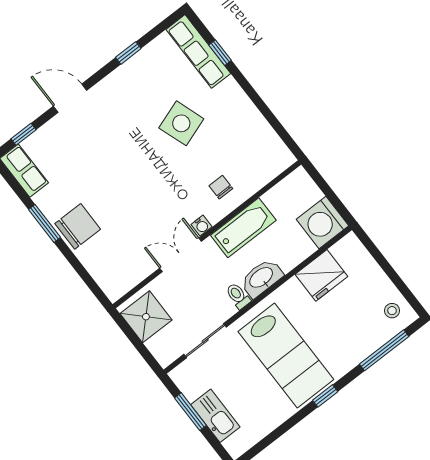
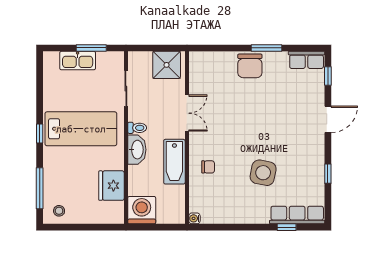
side table: (181, 123) -> (263, 173), turned 30
water cooler: (202, 226) -> (194, 218), moved
lab bench: (286, 355) -> (81, 129), turned 180

